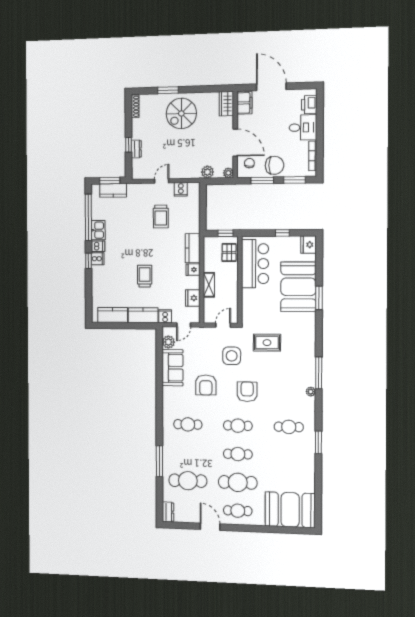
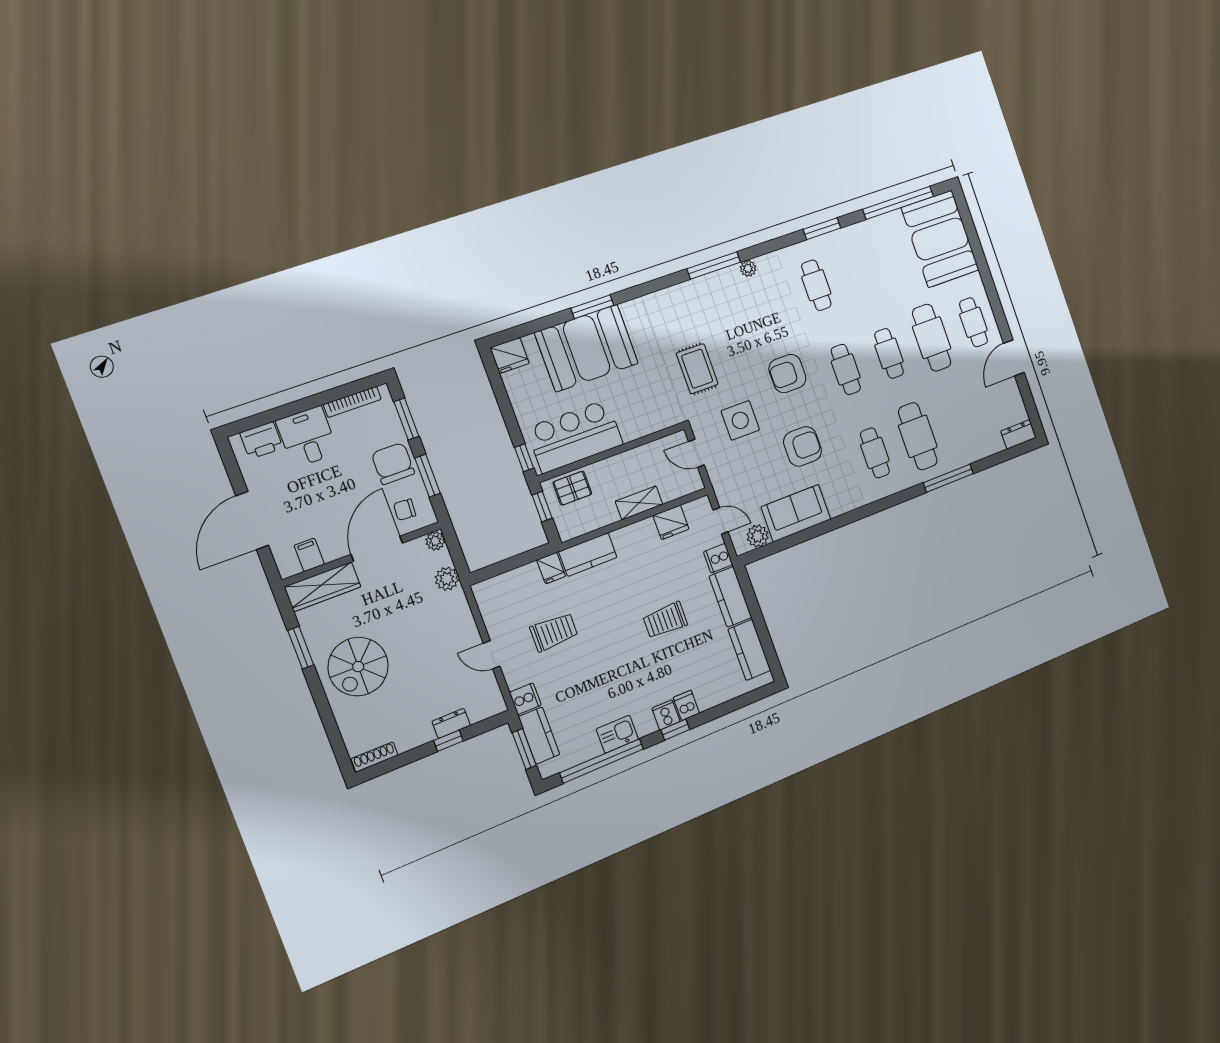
window: (168, 90) -> (301, 648), moved
filing cabinet: (244, 103) -> (309, 555), width x0.50
wardrobe: (226, 104) -> (323, 587), width x1.50
spiral stairs: (181, 113) -> (358, 667), turned 90
cooker: (181, 189) -> (525, 699), moved
window: (282, 233) -> (524, 458), moved
dishwasher: (98, 246) -> (686, 705), moved
fridge: (193, 270) -> (551, 568), moved
cafe table: (188, 481) -> (918, 436), moved
window: (318, 493) -> (898, 203), added

